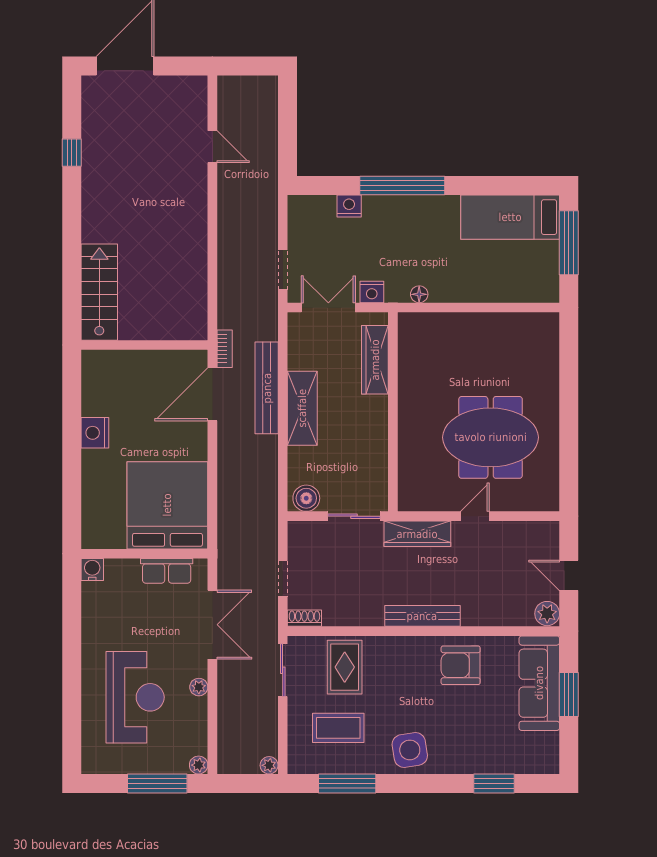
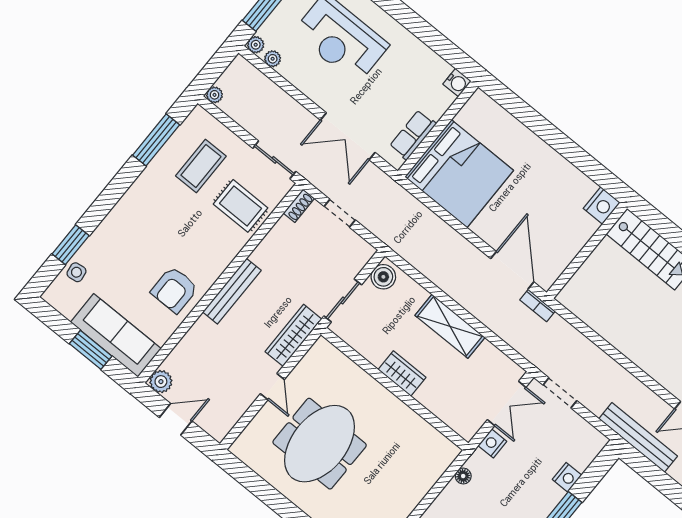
wardrobe: (375, 360) -> (402, 374), moved, width x0.67
bench: (267, 388) -> (638, 437), moved
nightstand: (95, 433) -> (602, 205), moved, turned 90
armchair: (461, 665) -> (174, 290), turned 180
plant: (199, 687) -> (273, 59), moved
side table: (410, 750) -> (76, 272), moved, width x0.54, depth x0.54

